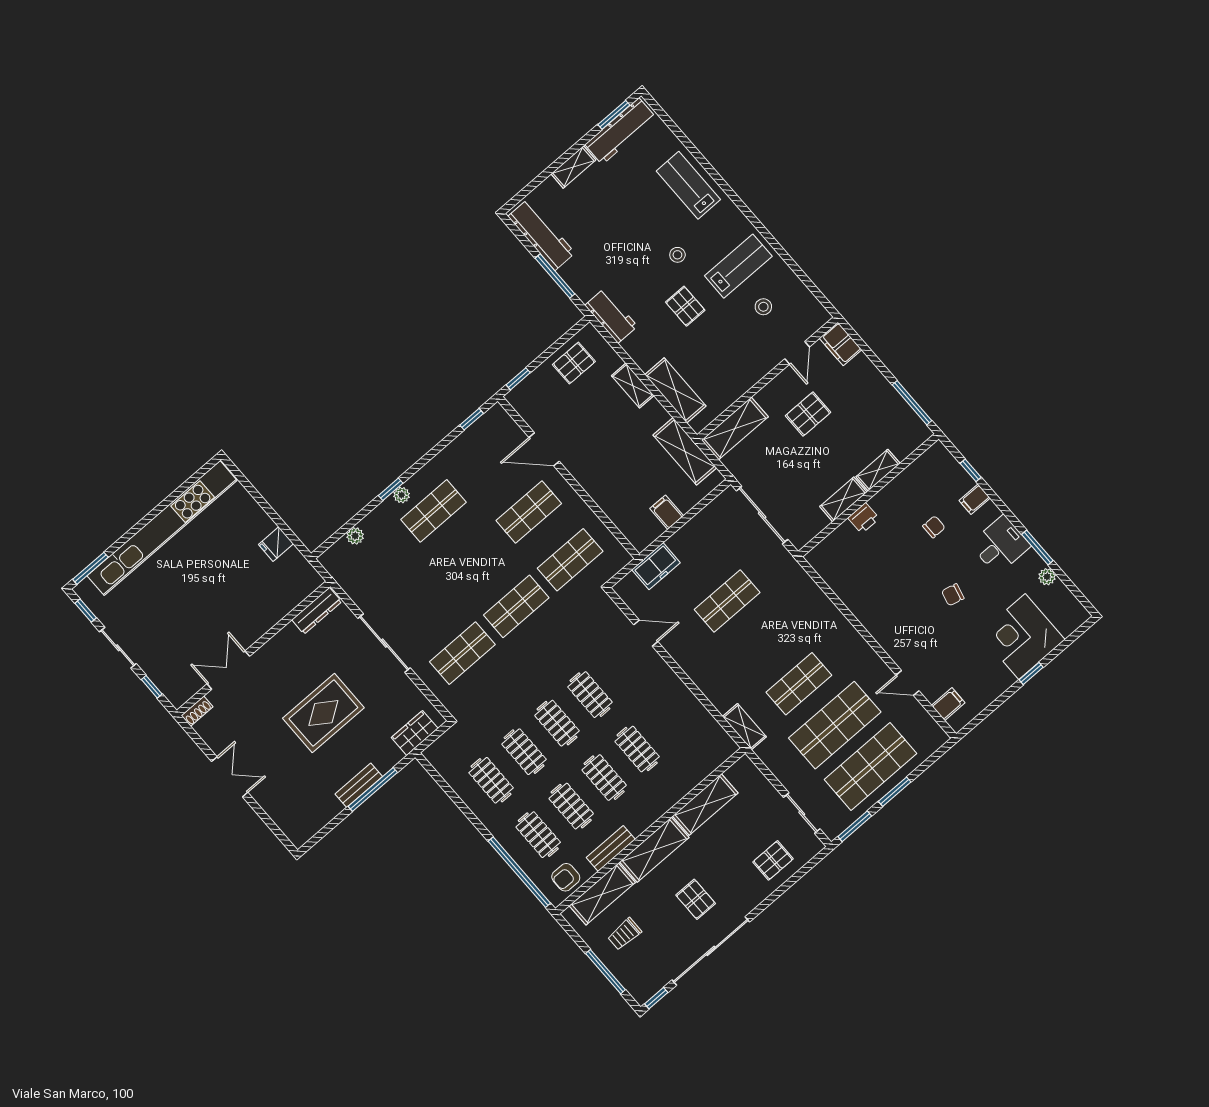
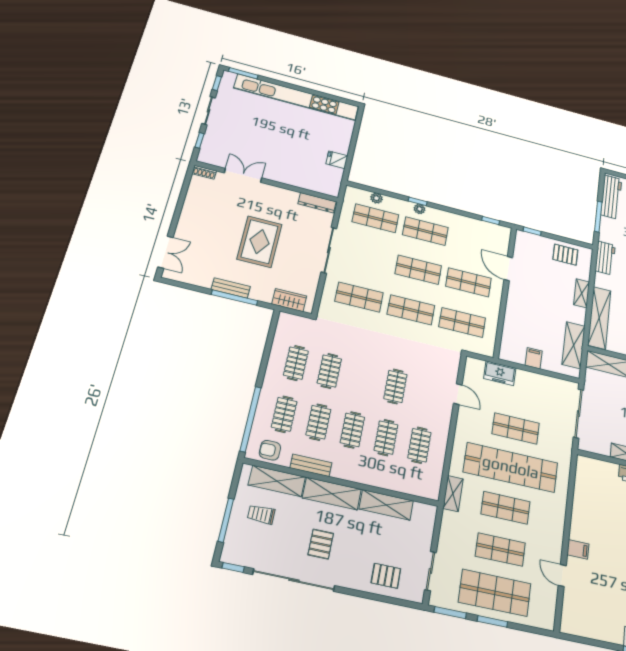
shelving: (675, 390) -> (599, 318), width x1.47
shop shelf: (380, 558) -> (375, 218), added
shop shelf: (475, 559) -> (418, 270), added
shop shelf: (763, 642) -> (511, 467), added
filing cabinet: (948, 704) -> (578, 549), moved
rug: (323, 713) -> (260, 242), turned 90
clothes rail: (557, 723) -> (419, 445), moved
shop shelf: (835, 725) -> (500, 550), width x0.70, depth x0.74
double door: (230, 777) -> (165, 252), moved

